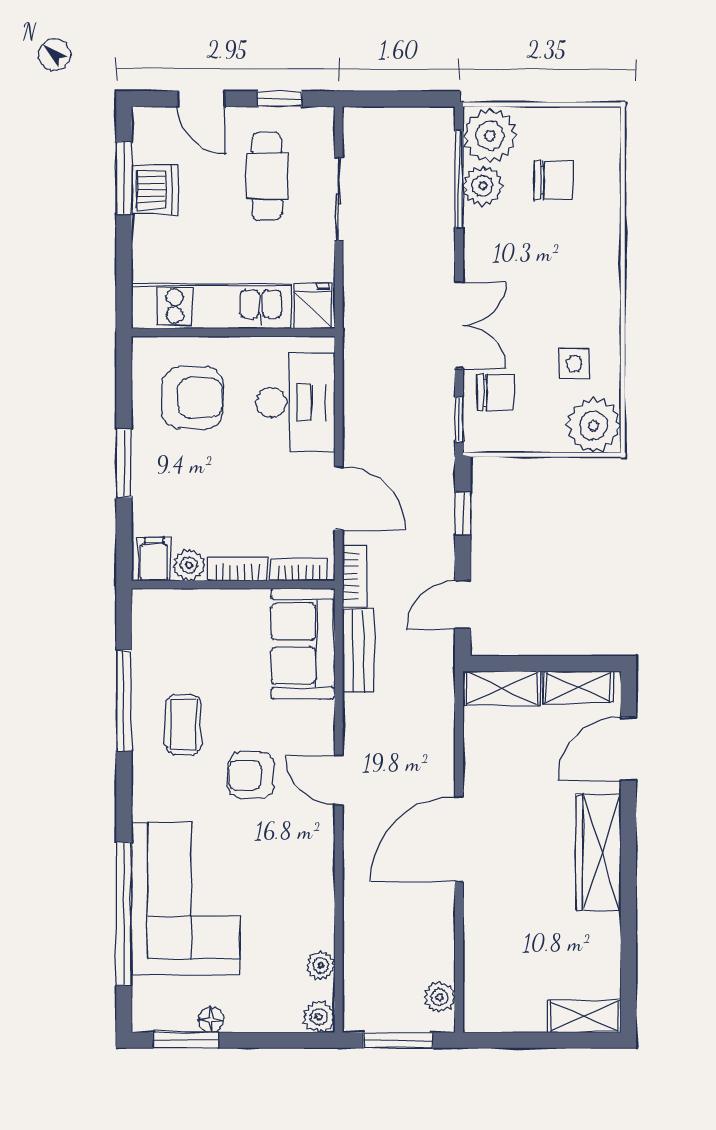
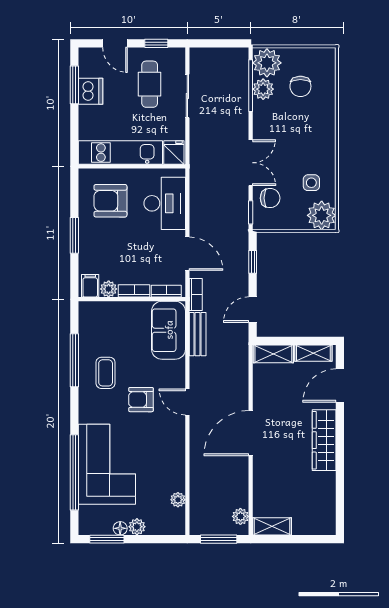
chair: (554, 180) -> (300, 86), turned 90
armchair: (193, 398) -> (110, 201), turned 180
shelving: (584, 1016) -> (272, 526), moved
plant: (319, 1017) -> (137, 527), moved

